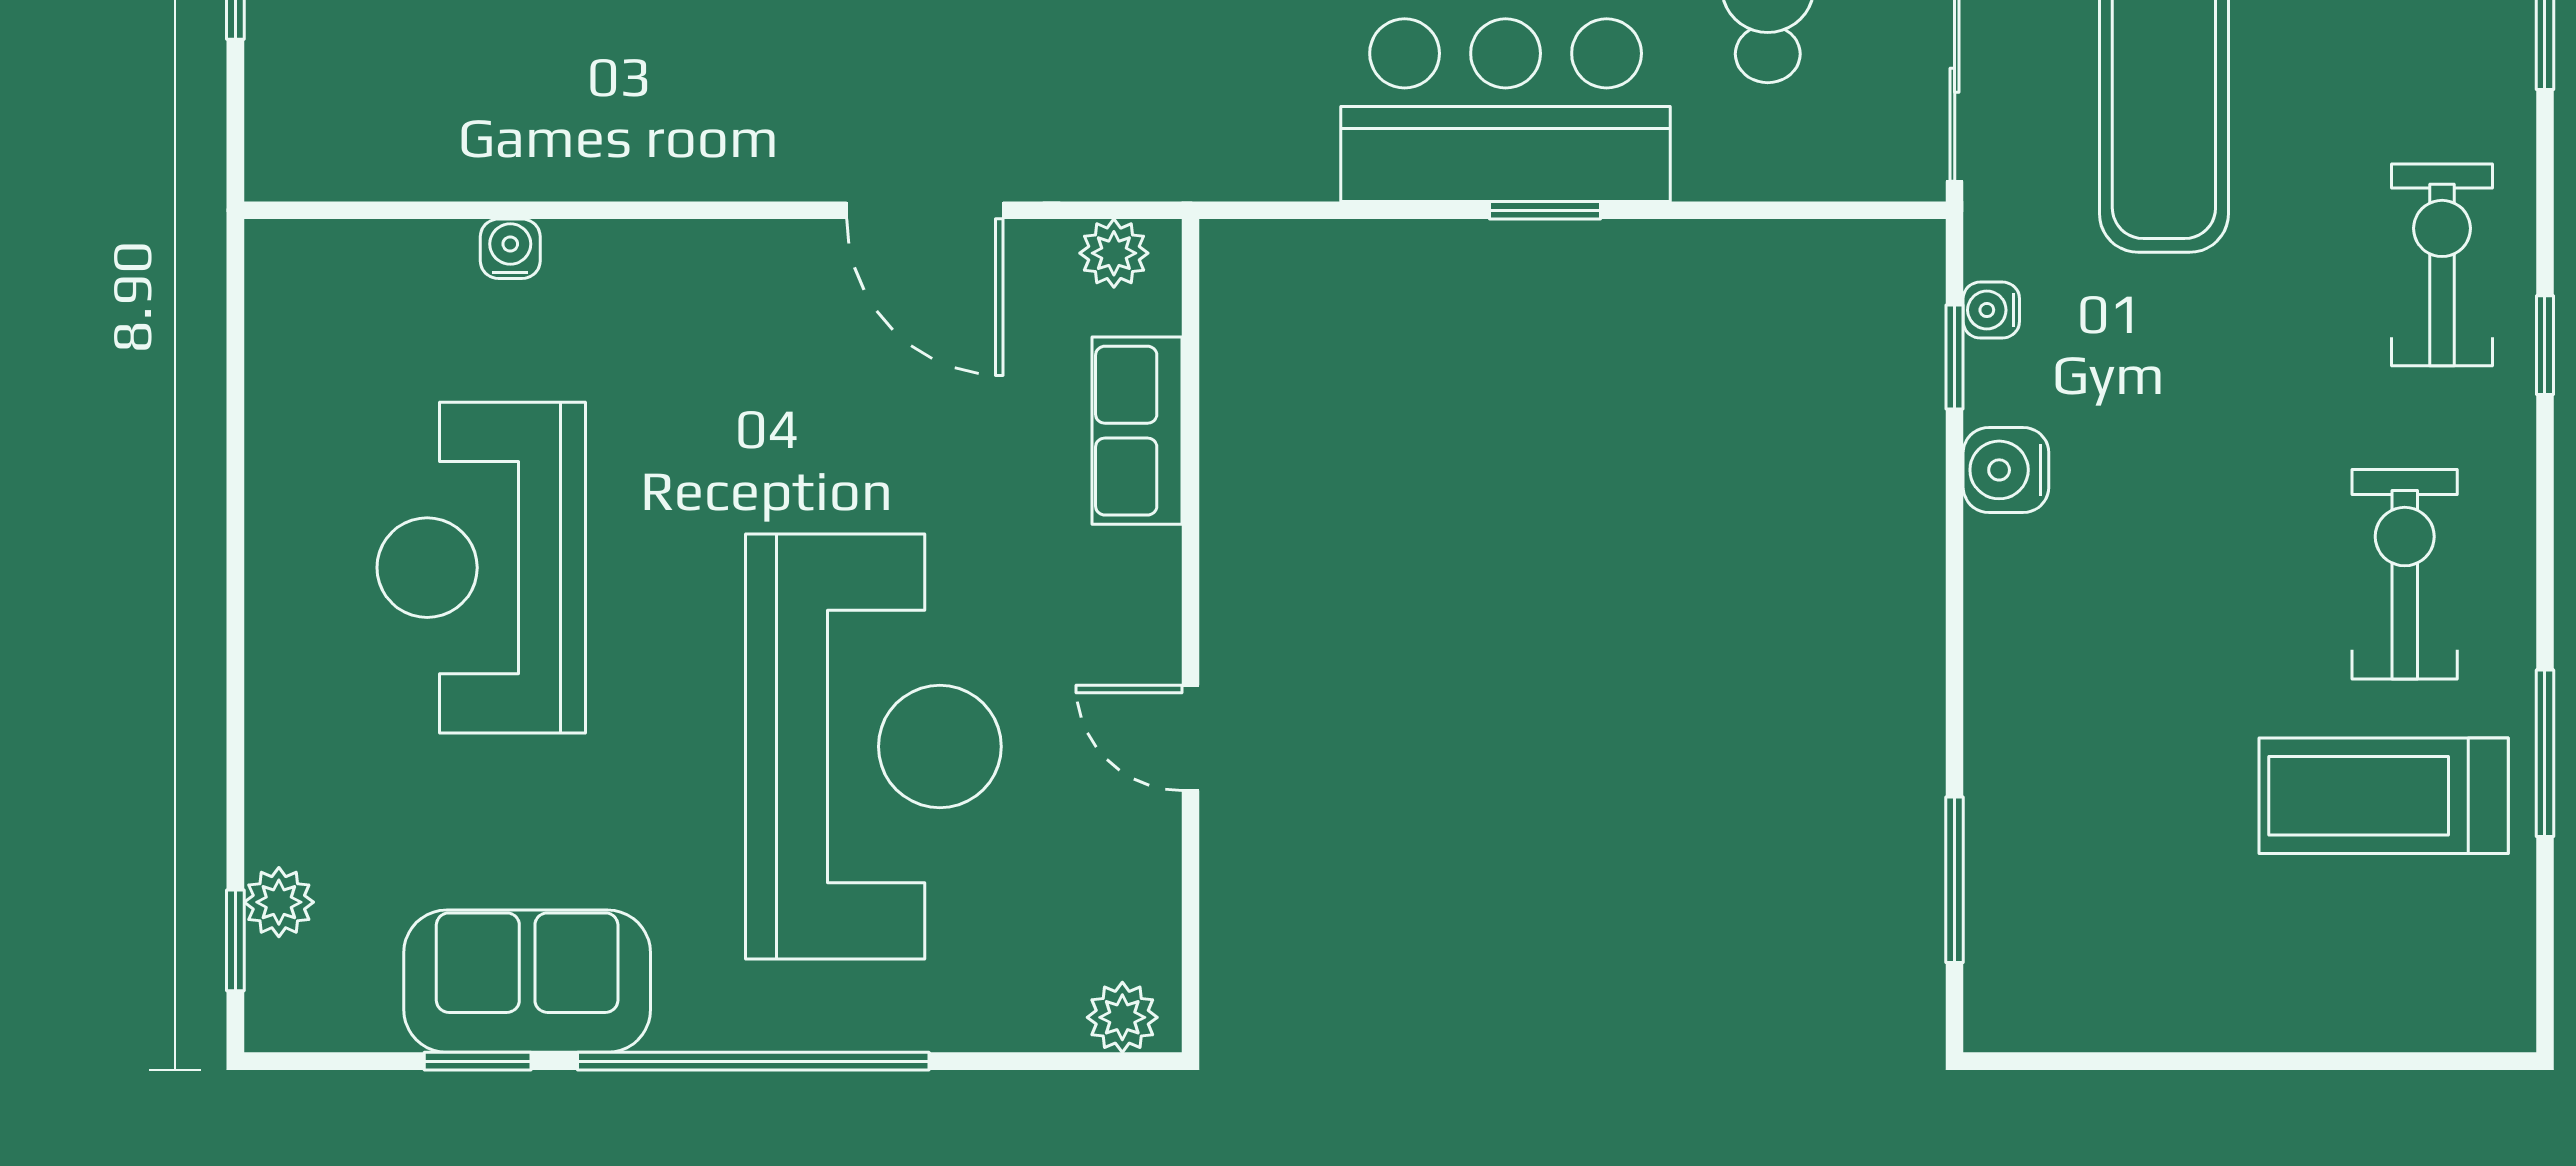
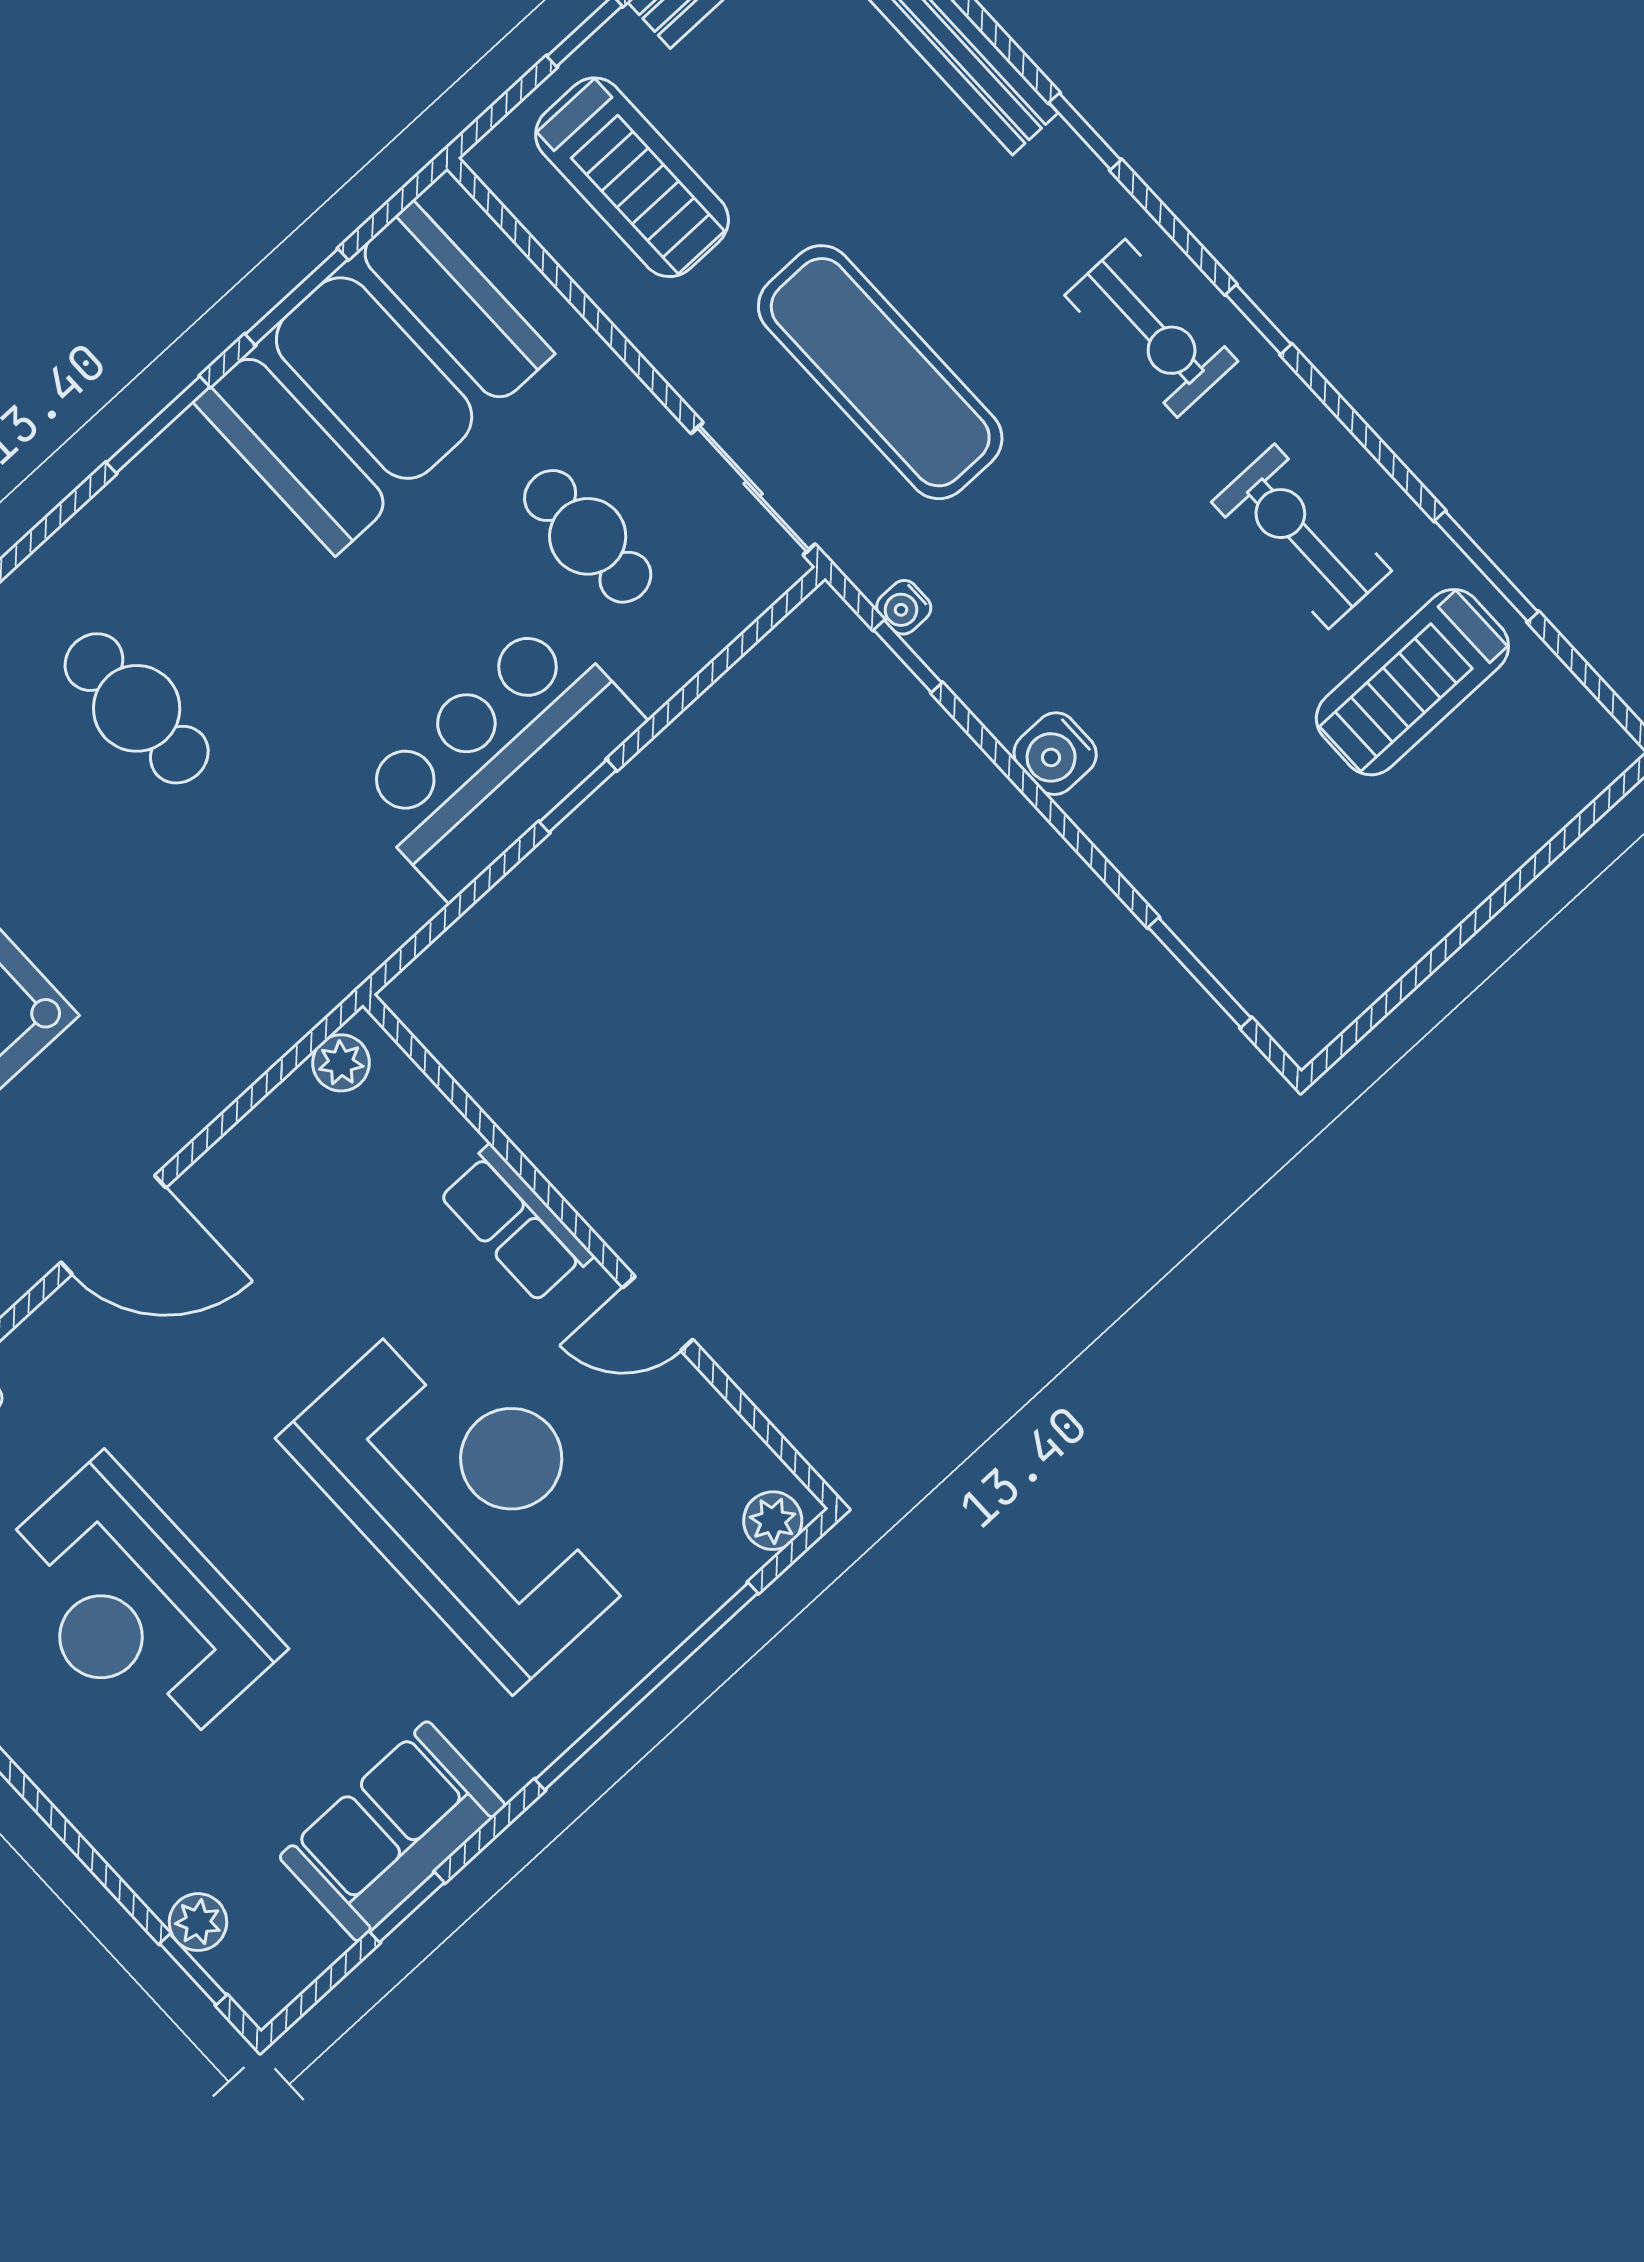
door: (925, 210) -> (113, 1225), moved
exercise bike: (2442, 265) -> (1151, 328), turned 180
row of seats: (1137, 431) -> (516, 1224), moved
water cooler: (2006, 470) -> (1055, 754), moved
window: (753, 1061) -> (647, 1686), moved

